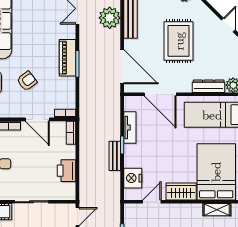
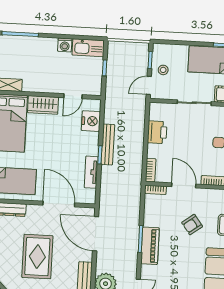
bench: (115, 156) -> (108, 144), width x1.36

